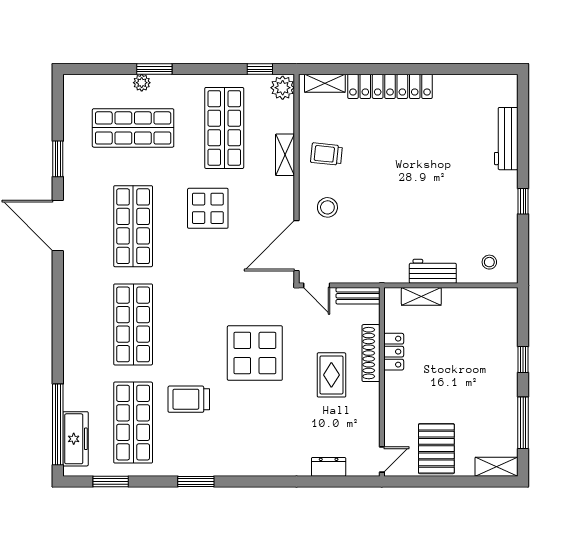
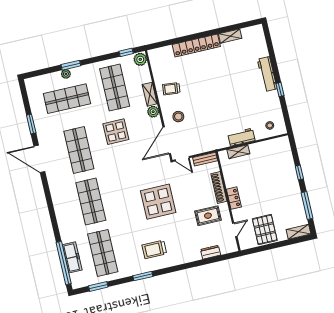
shelving: (325, 83) -> (230, 36), moved
workbench: (506, 139) -> (267, 74), moved
plant: (284, 188) -> (153, 112), added
locker: (394, 352) -> (234, 198), moved
rug: (331, 375) -> (208, 216), moved, turned 90
trolley: (189, 399) -> (154, 249), moved
freezer: (75, 439) -> (72, 257), moved
door: (382, 459) -> (235, 230), moved

